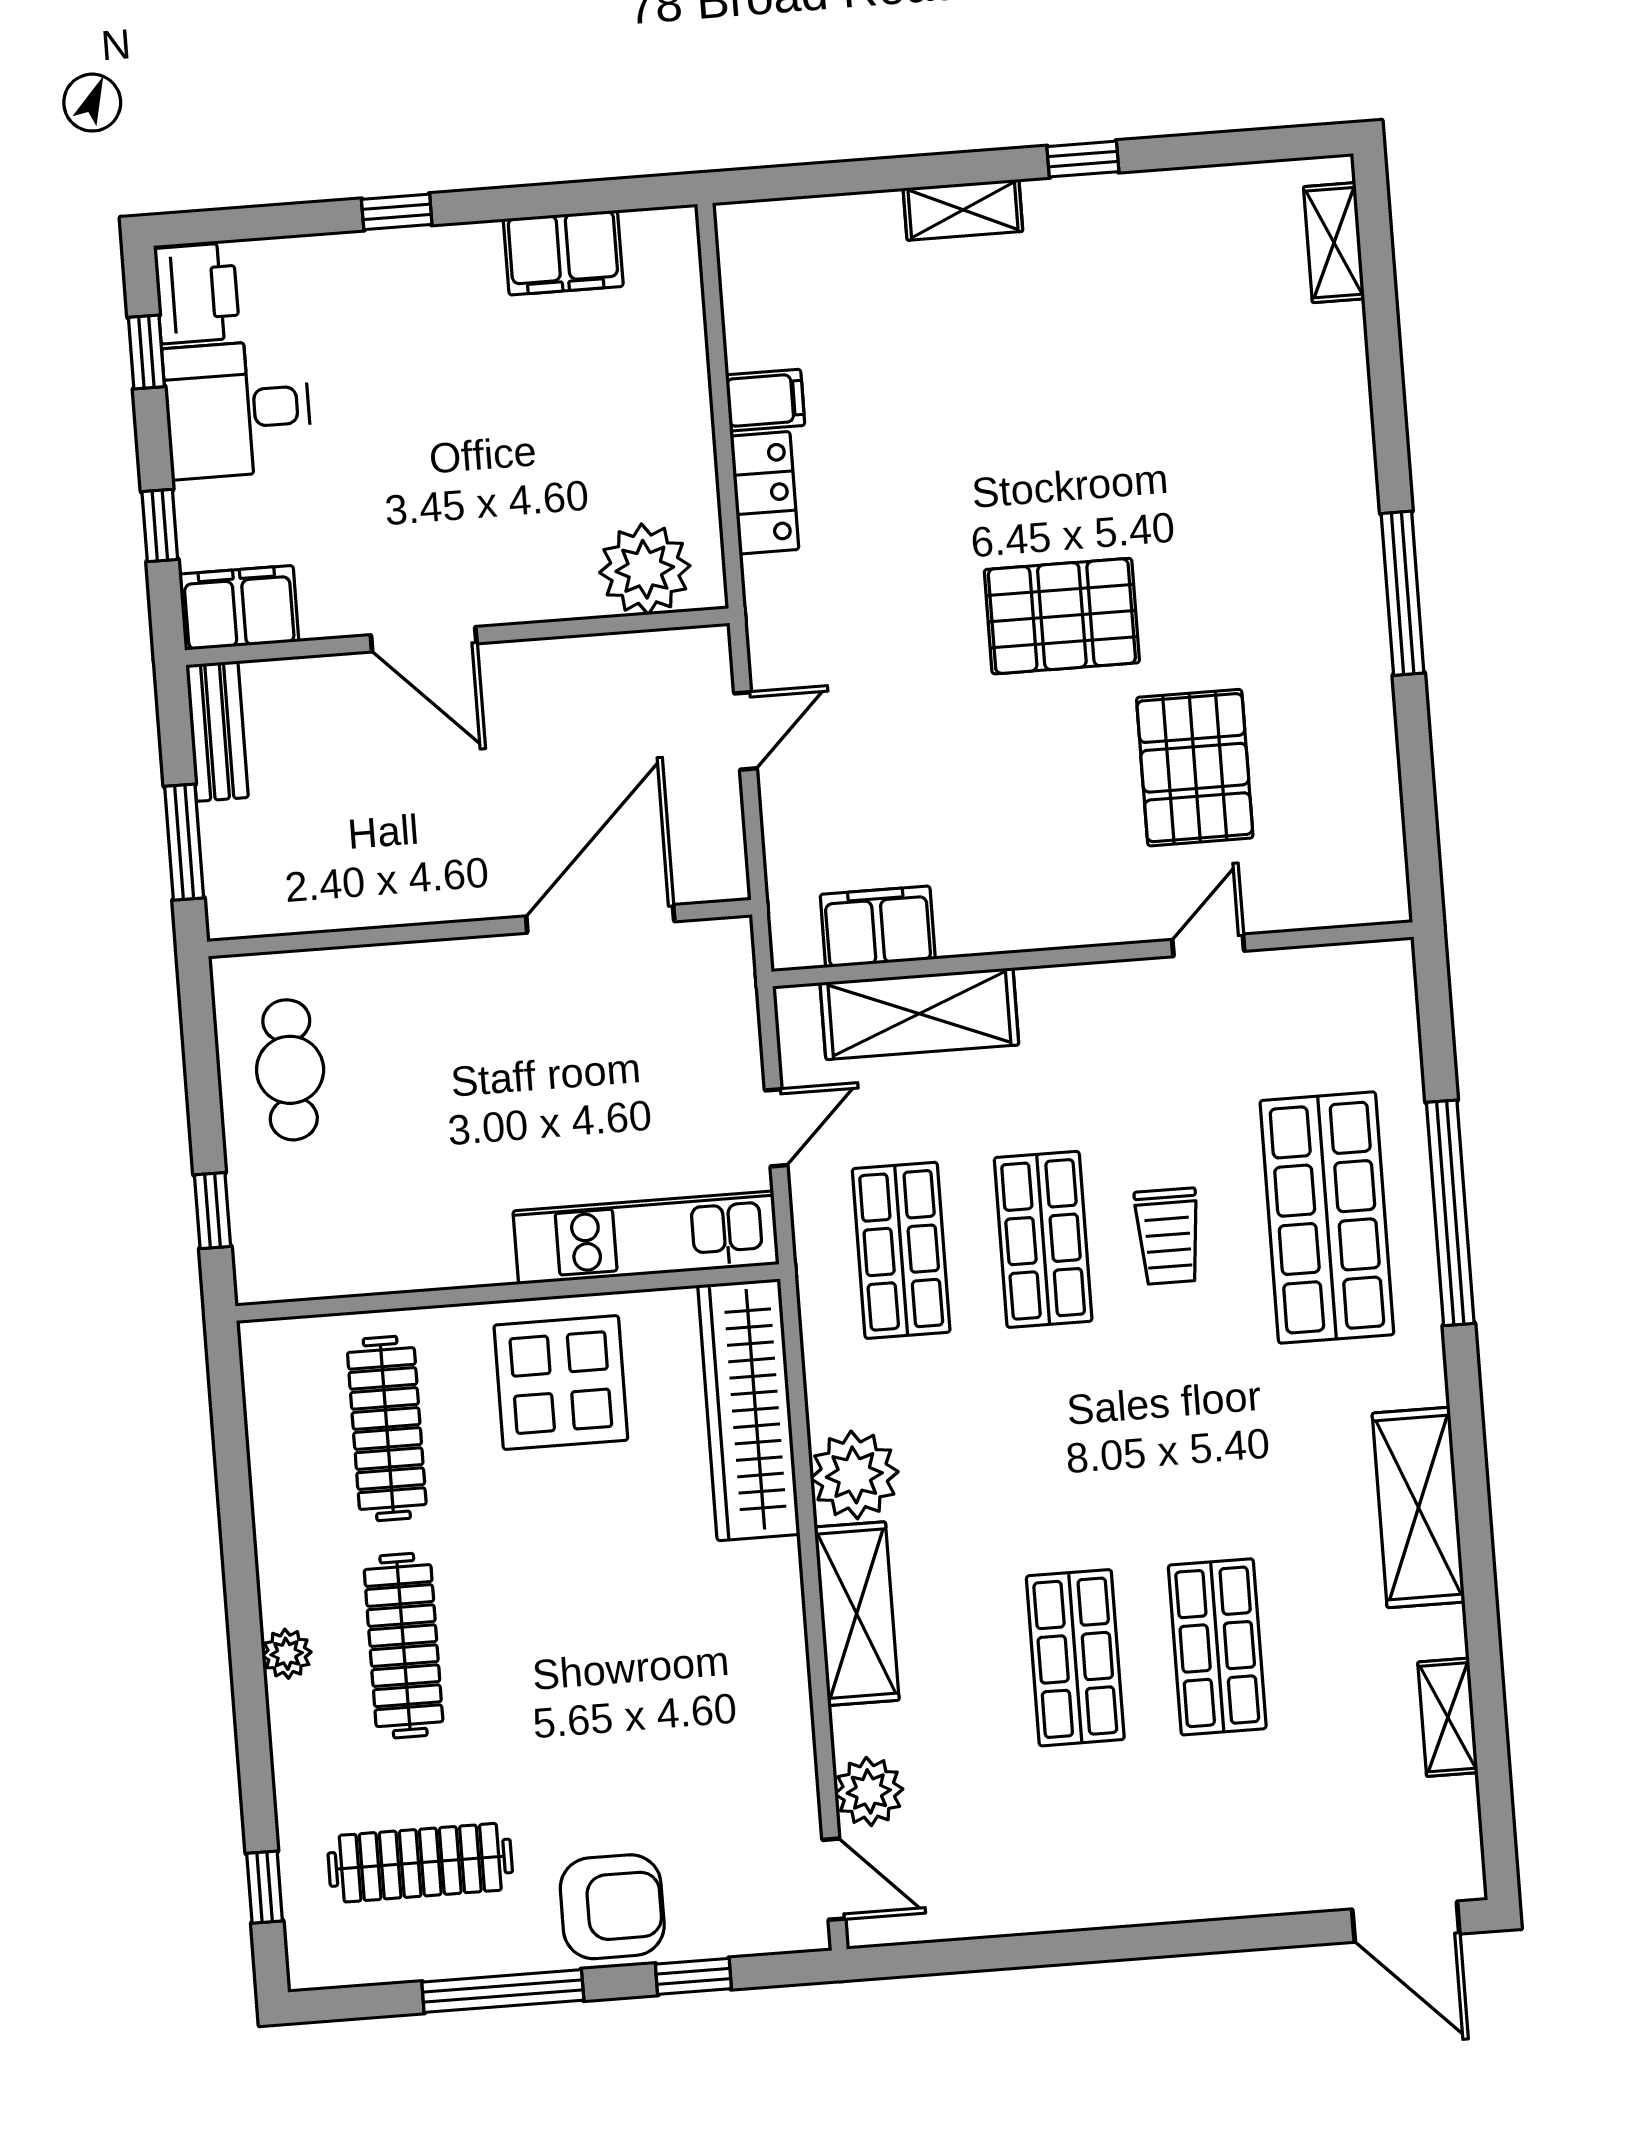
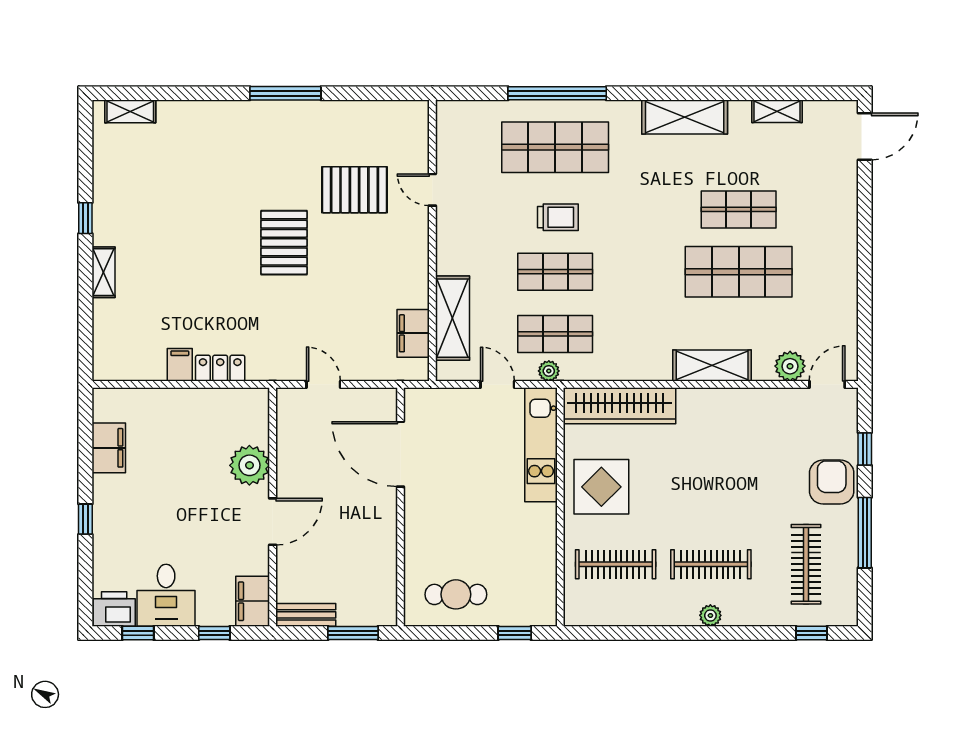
plant: (645, 569) -> (249, 465), moved
plant: (854, 1475) -> (549, 371), moved, width x0.53, depth x0.53
shop shelf: (1075, 1658) -> (739, 272), width x1.43, depth x1.36

